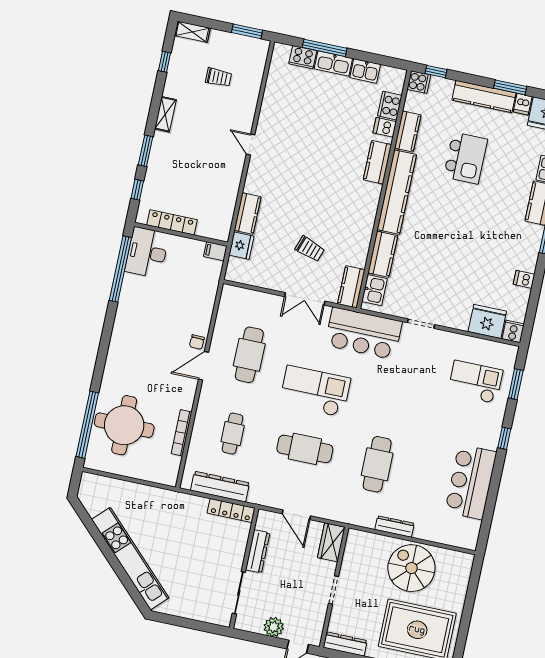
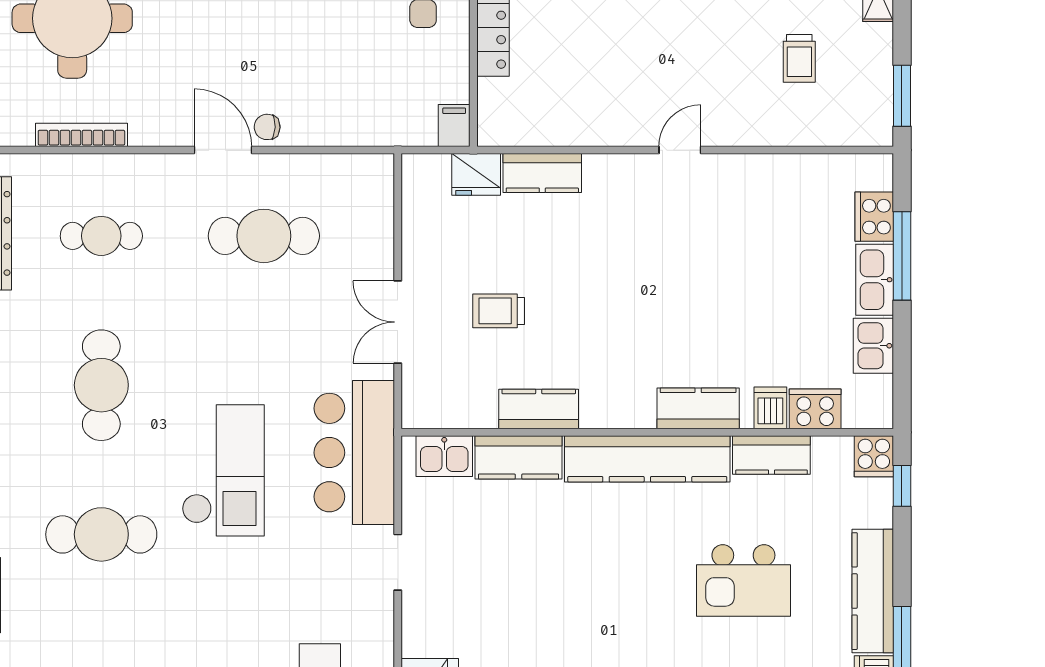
trolley: (310, 249) -> (499, 311), turned 71
kitchen counter: (351, 287) -> (539, 409), moved
checkout: (315, 391) -> (223, 470), moved

